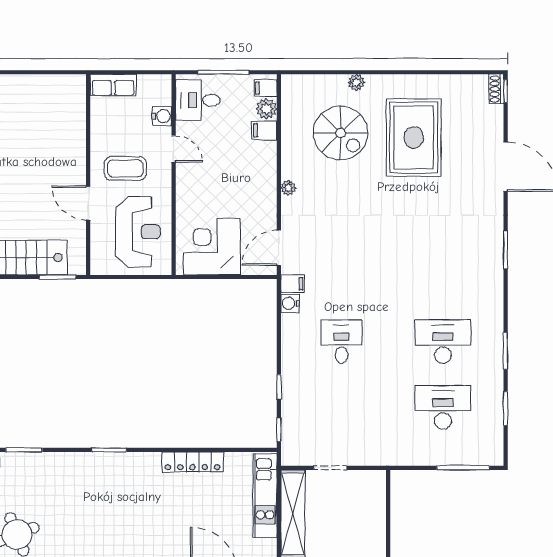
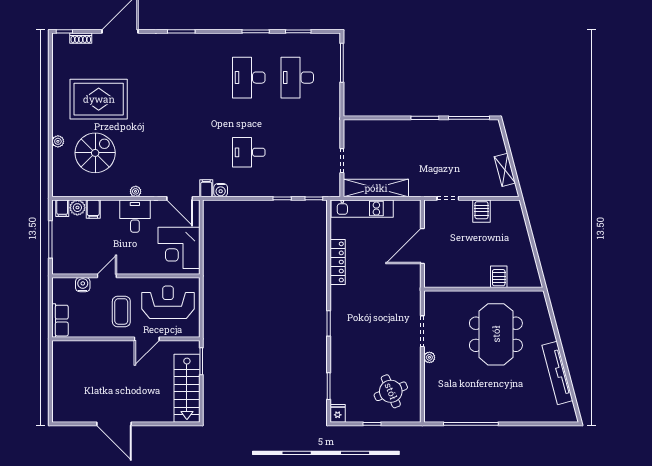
shoe rack: (496, 89) -> (81, 38), moved
desk: (198, 100) -> (135, 216), moved, turned 180

